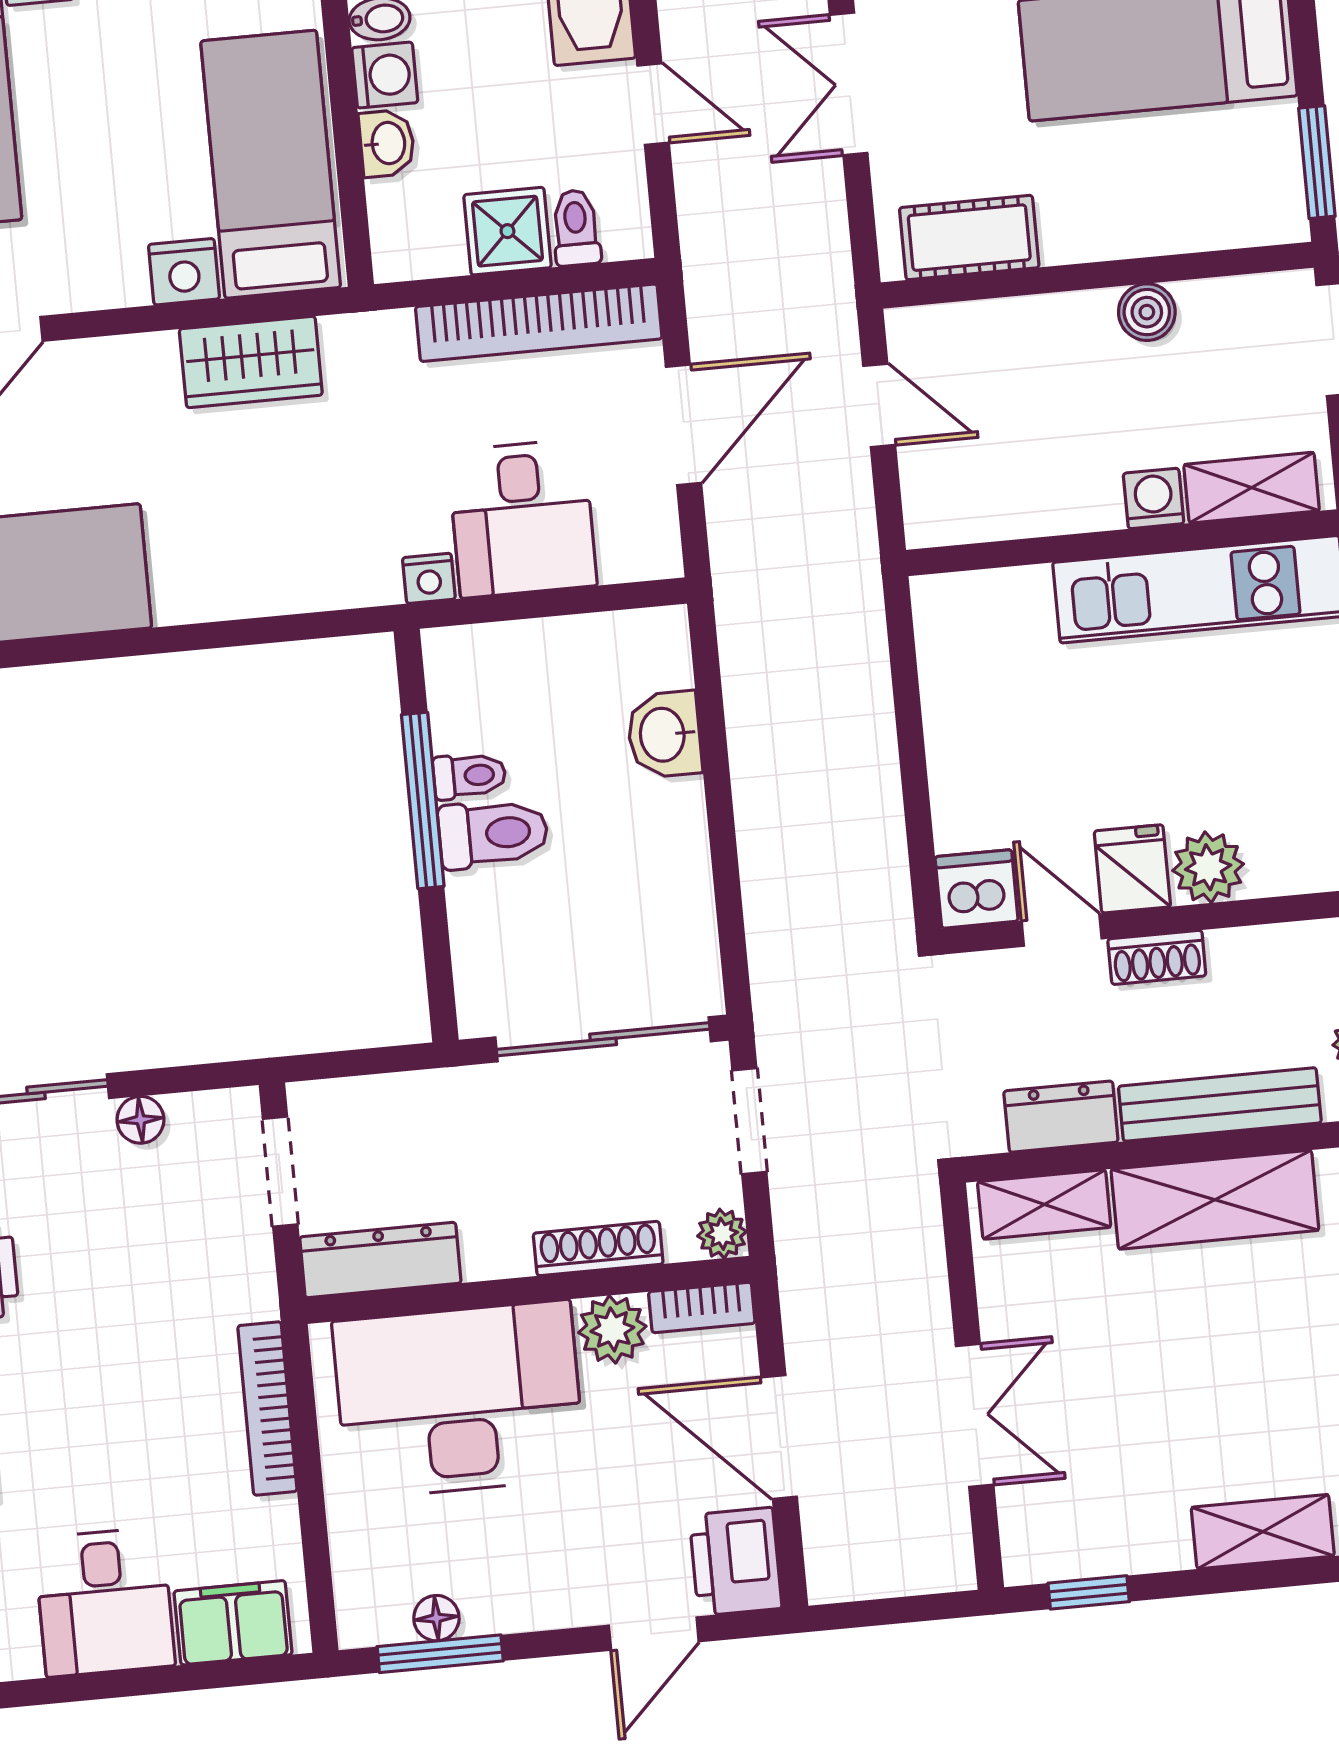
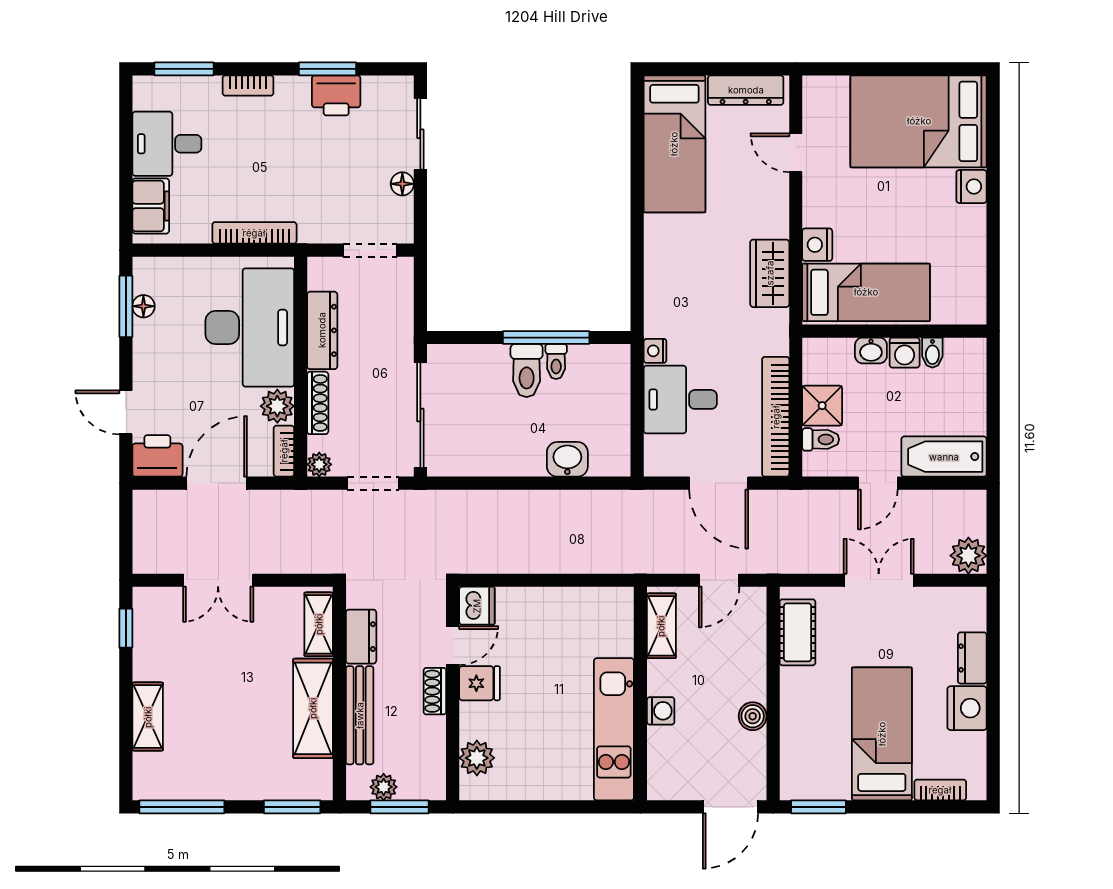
shelving: (1252, 488) -> (661, 626), moved
plant: (1208, 867) -> (477, 758), moved
dresser: (380, 1260) -> (322, 330), moved

